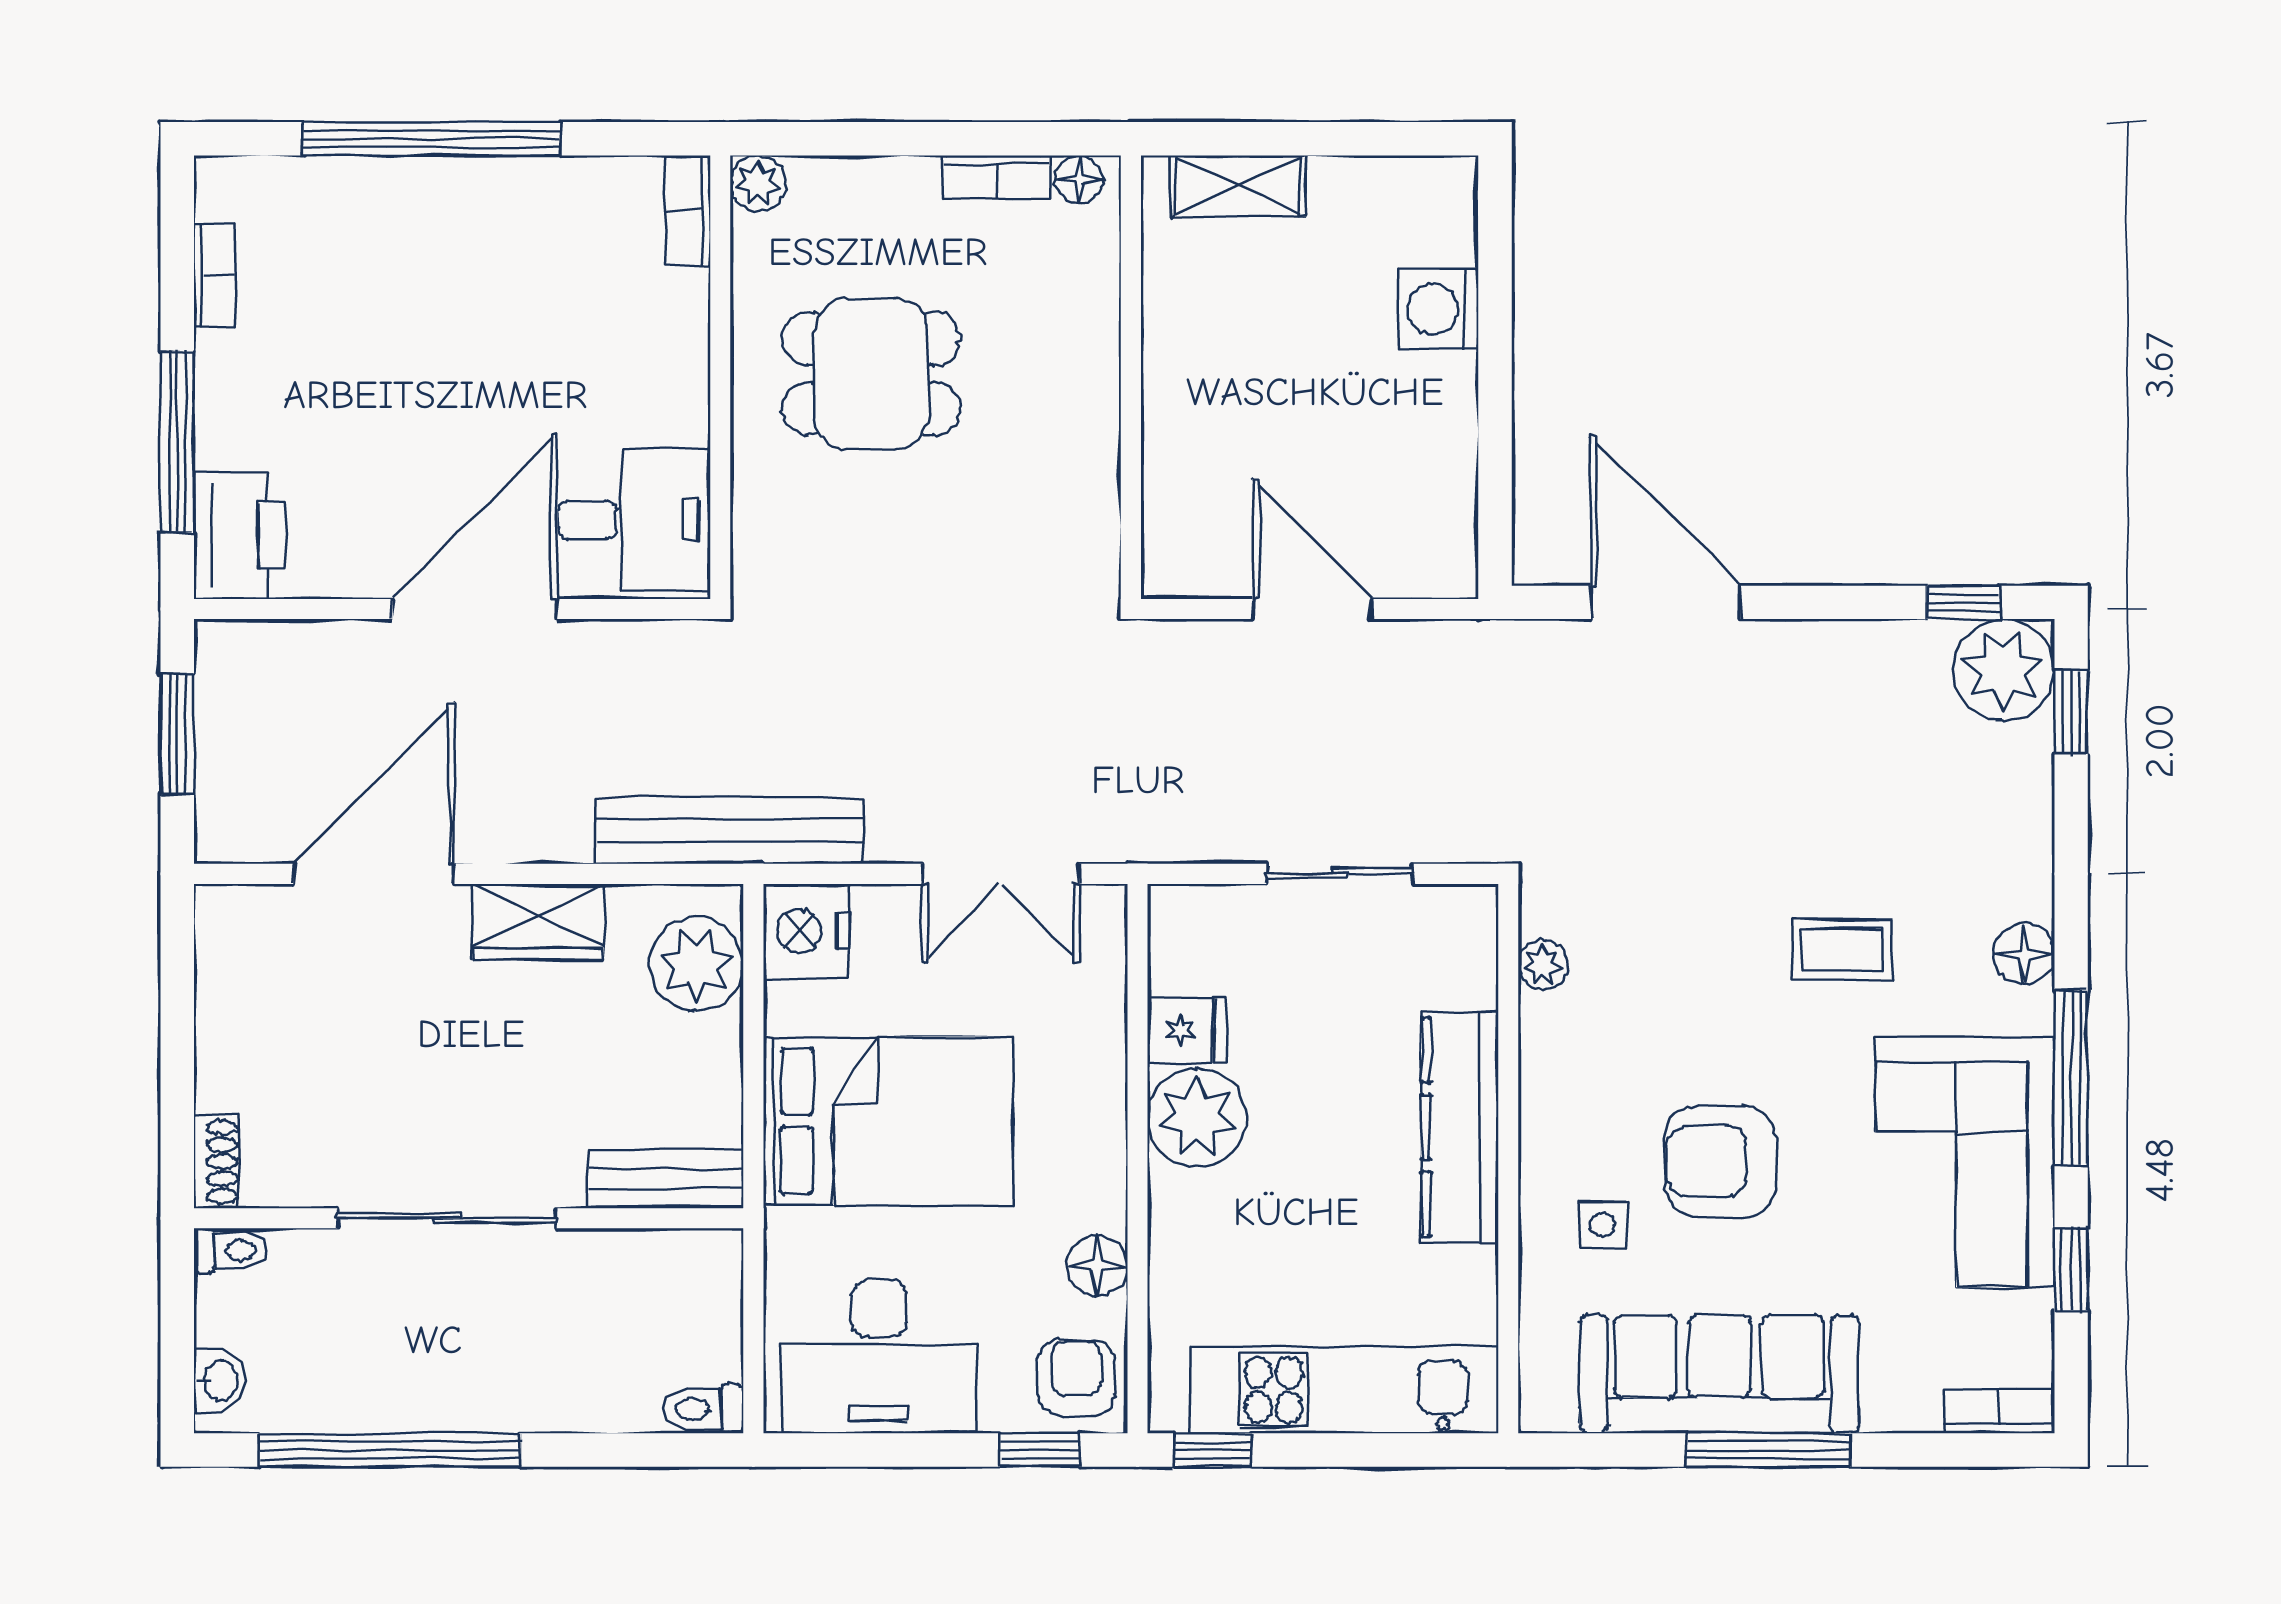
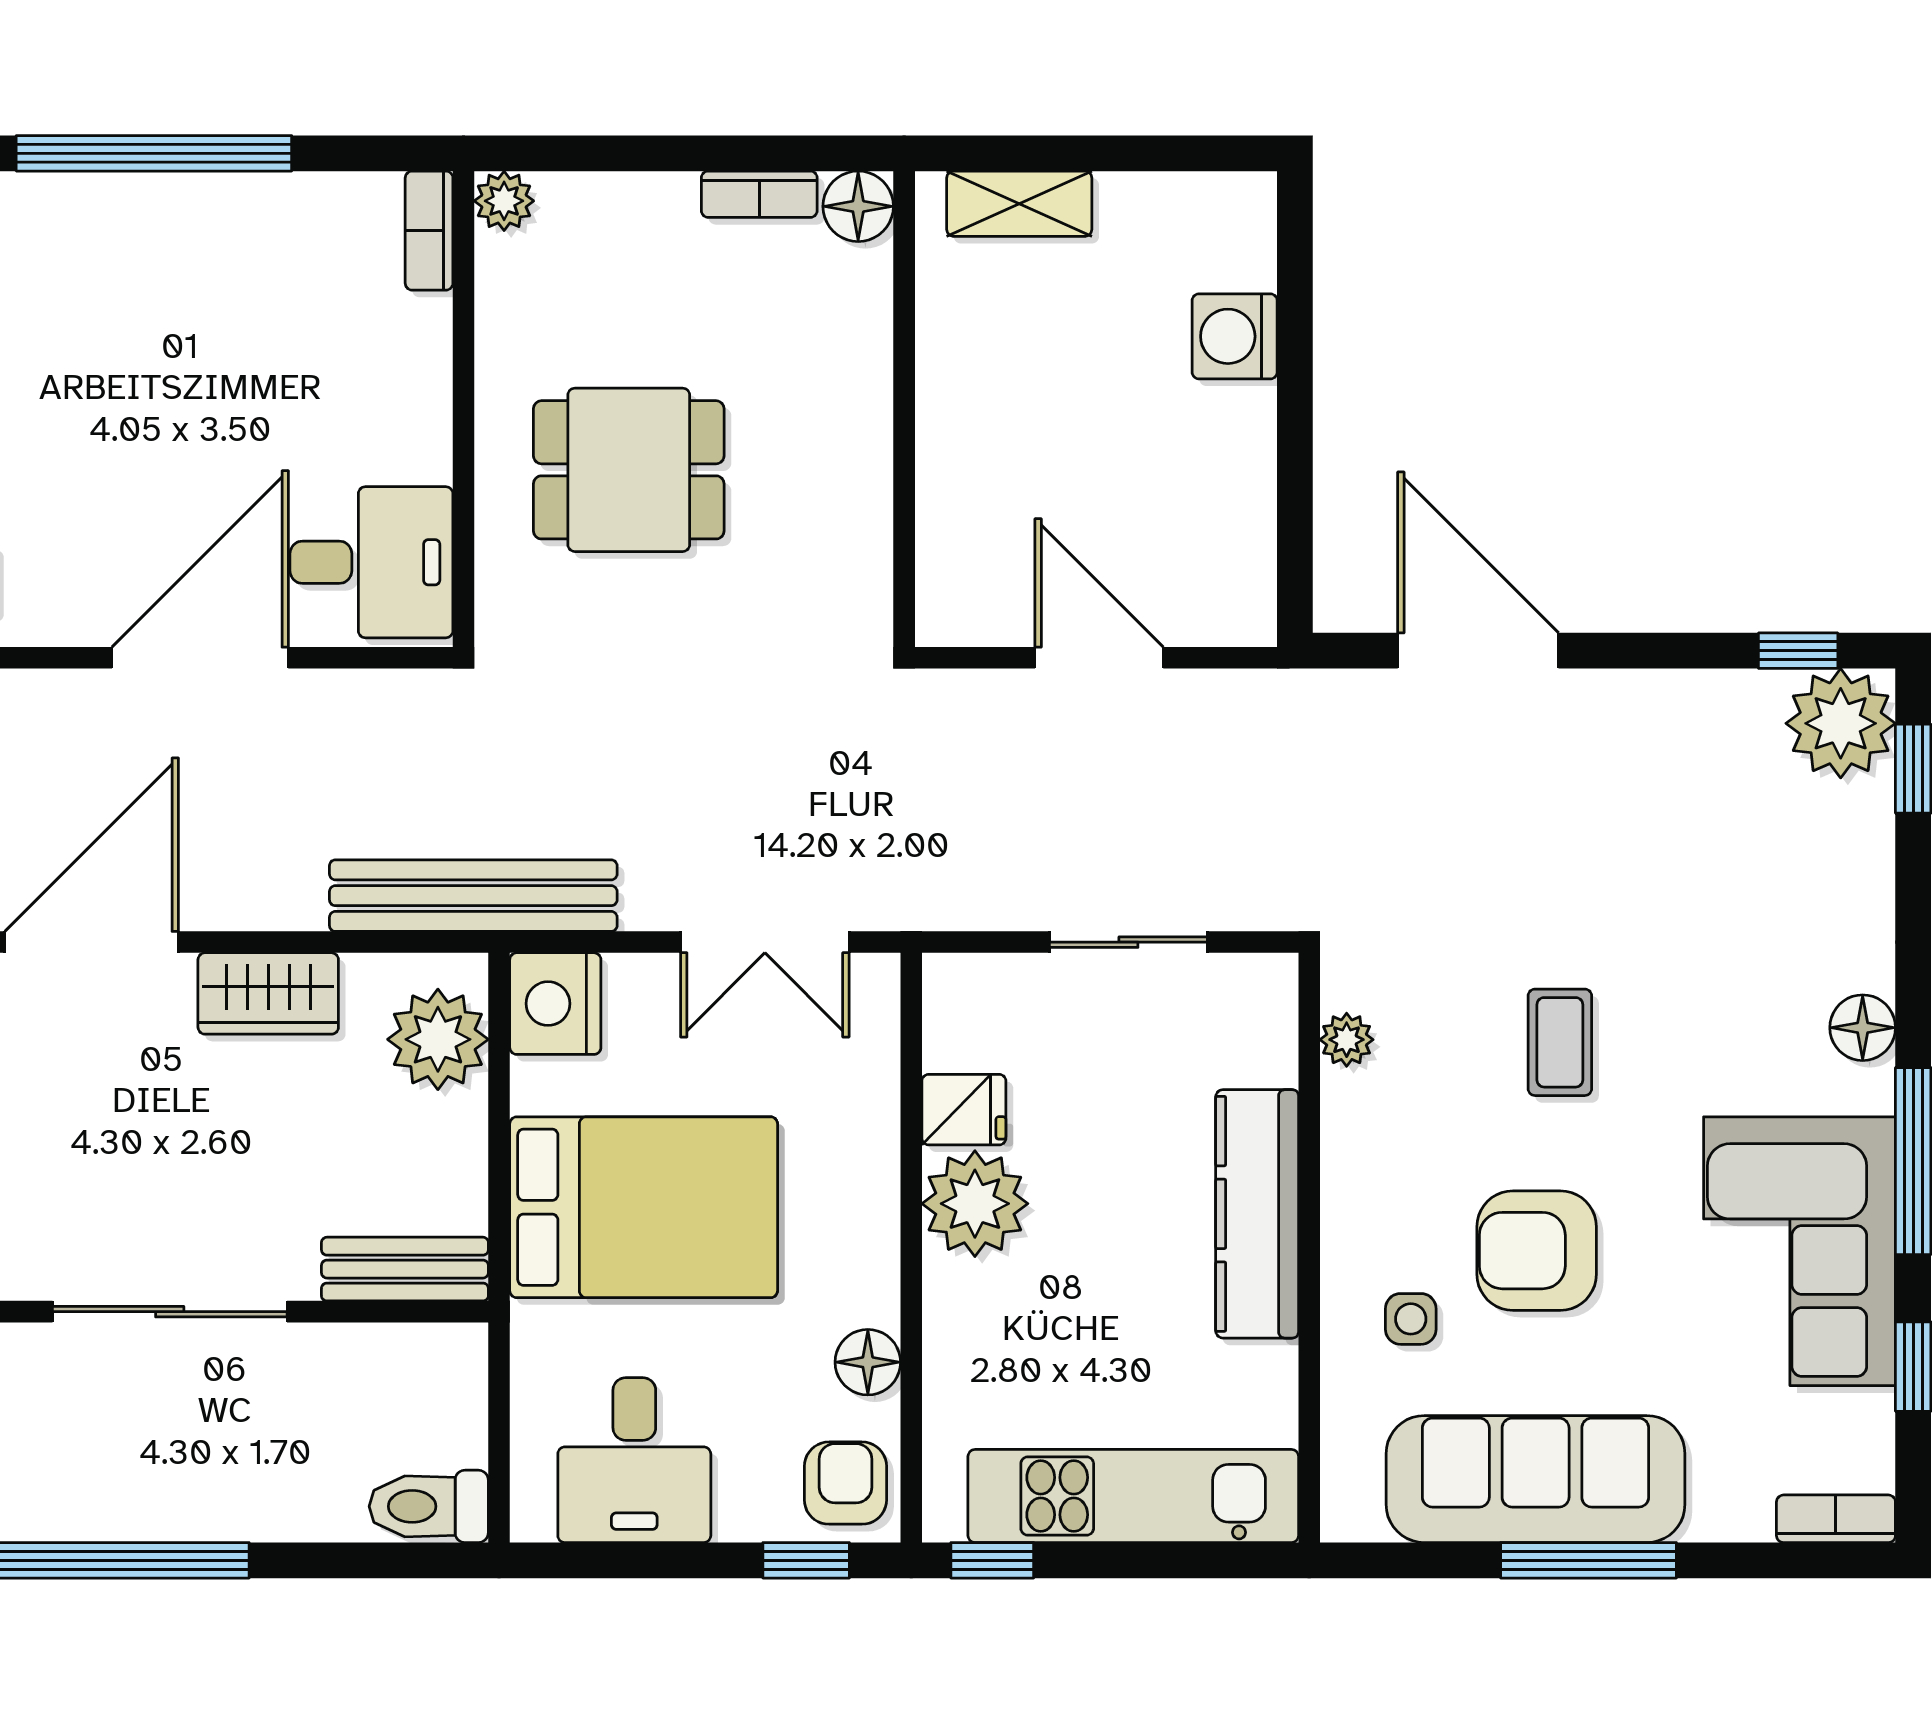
floor lamp: (1079, 179) -> (858, 206), width x1.37, depth x1.37
dining table: (871, 374) -> (629, 470), moved
coffee table: (1842, 950) -> (1560, 1042), moved, turned 90
desk: (879, 1357) -> (634, 1460), width x0.73
toilet: (703, 1409) -> (429, 1506), width x1.37, depth x1.39

